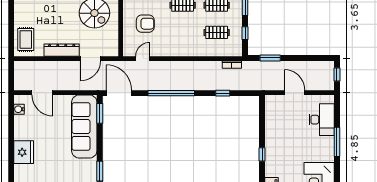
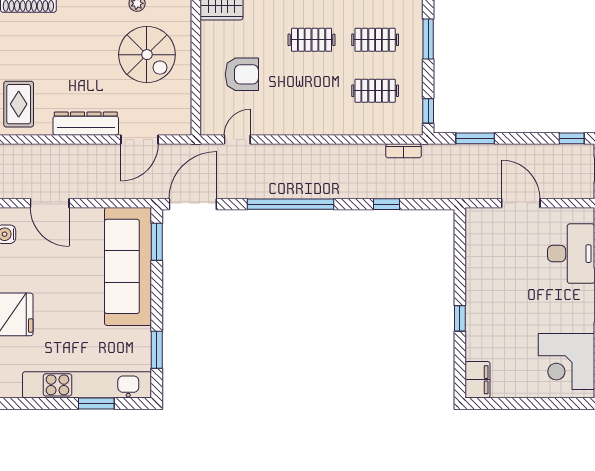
window: (245, 33) -> (428, 111), moved
window: (322, 58) -> (572, 138), added
door: (119, 93) -> (193, 204), hinge flipped

